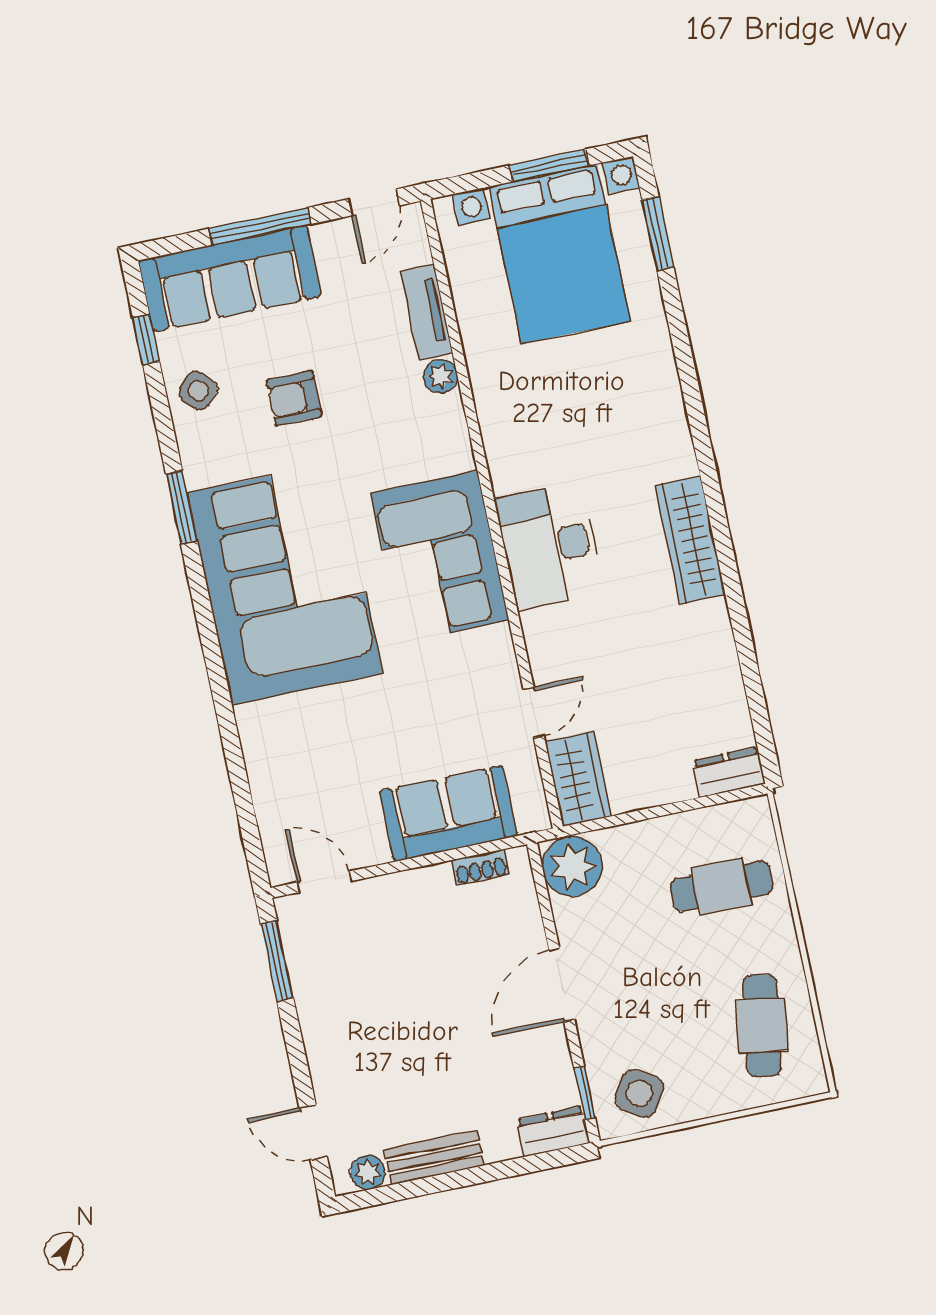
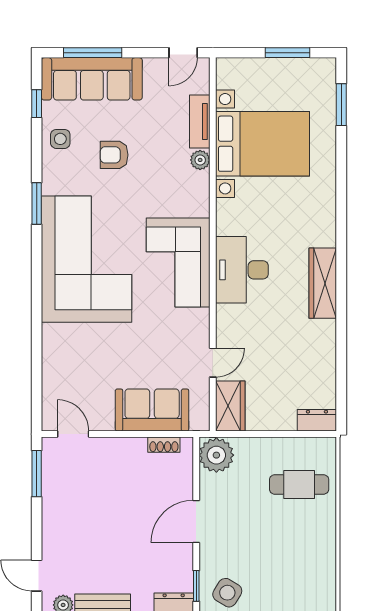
window: (260, 226) -> (93, 53), moved
bed with nightstands: (559, 254) -> (263, 144), moved, turned -90
side table: (198, 391) -> (60, 139), turned 45
cafe table: (762, 1026) -> (305, 569), removed

